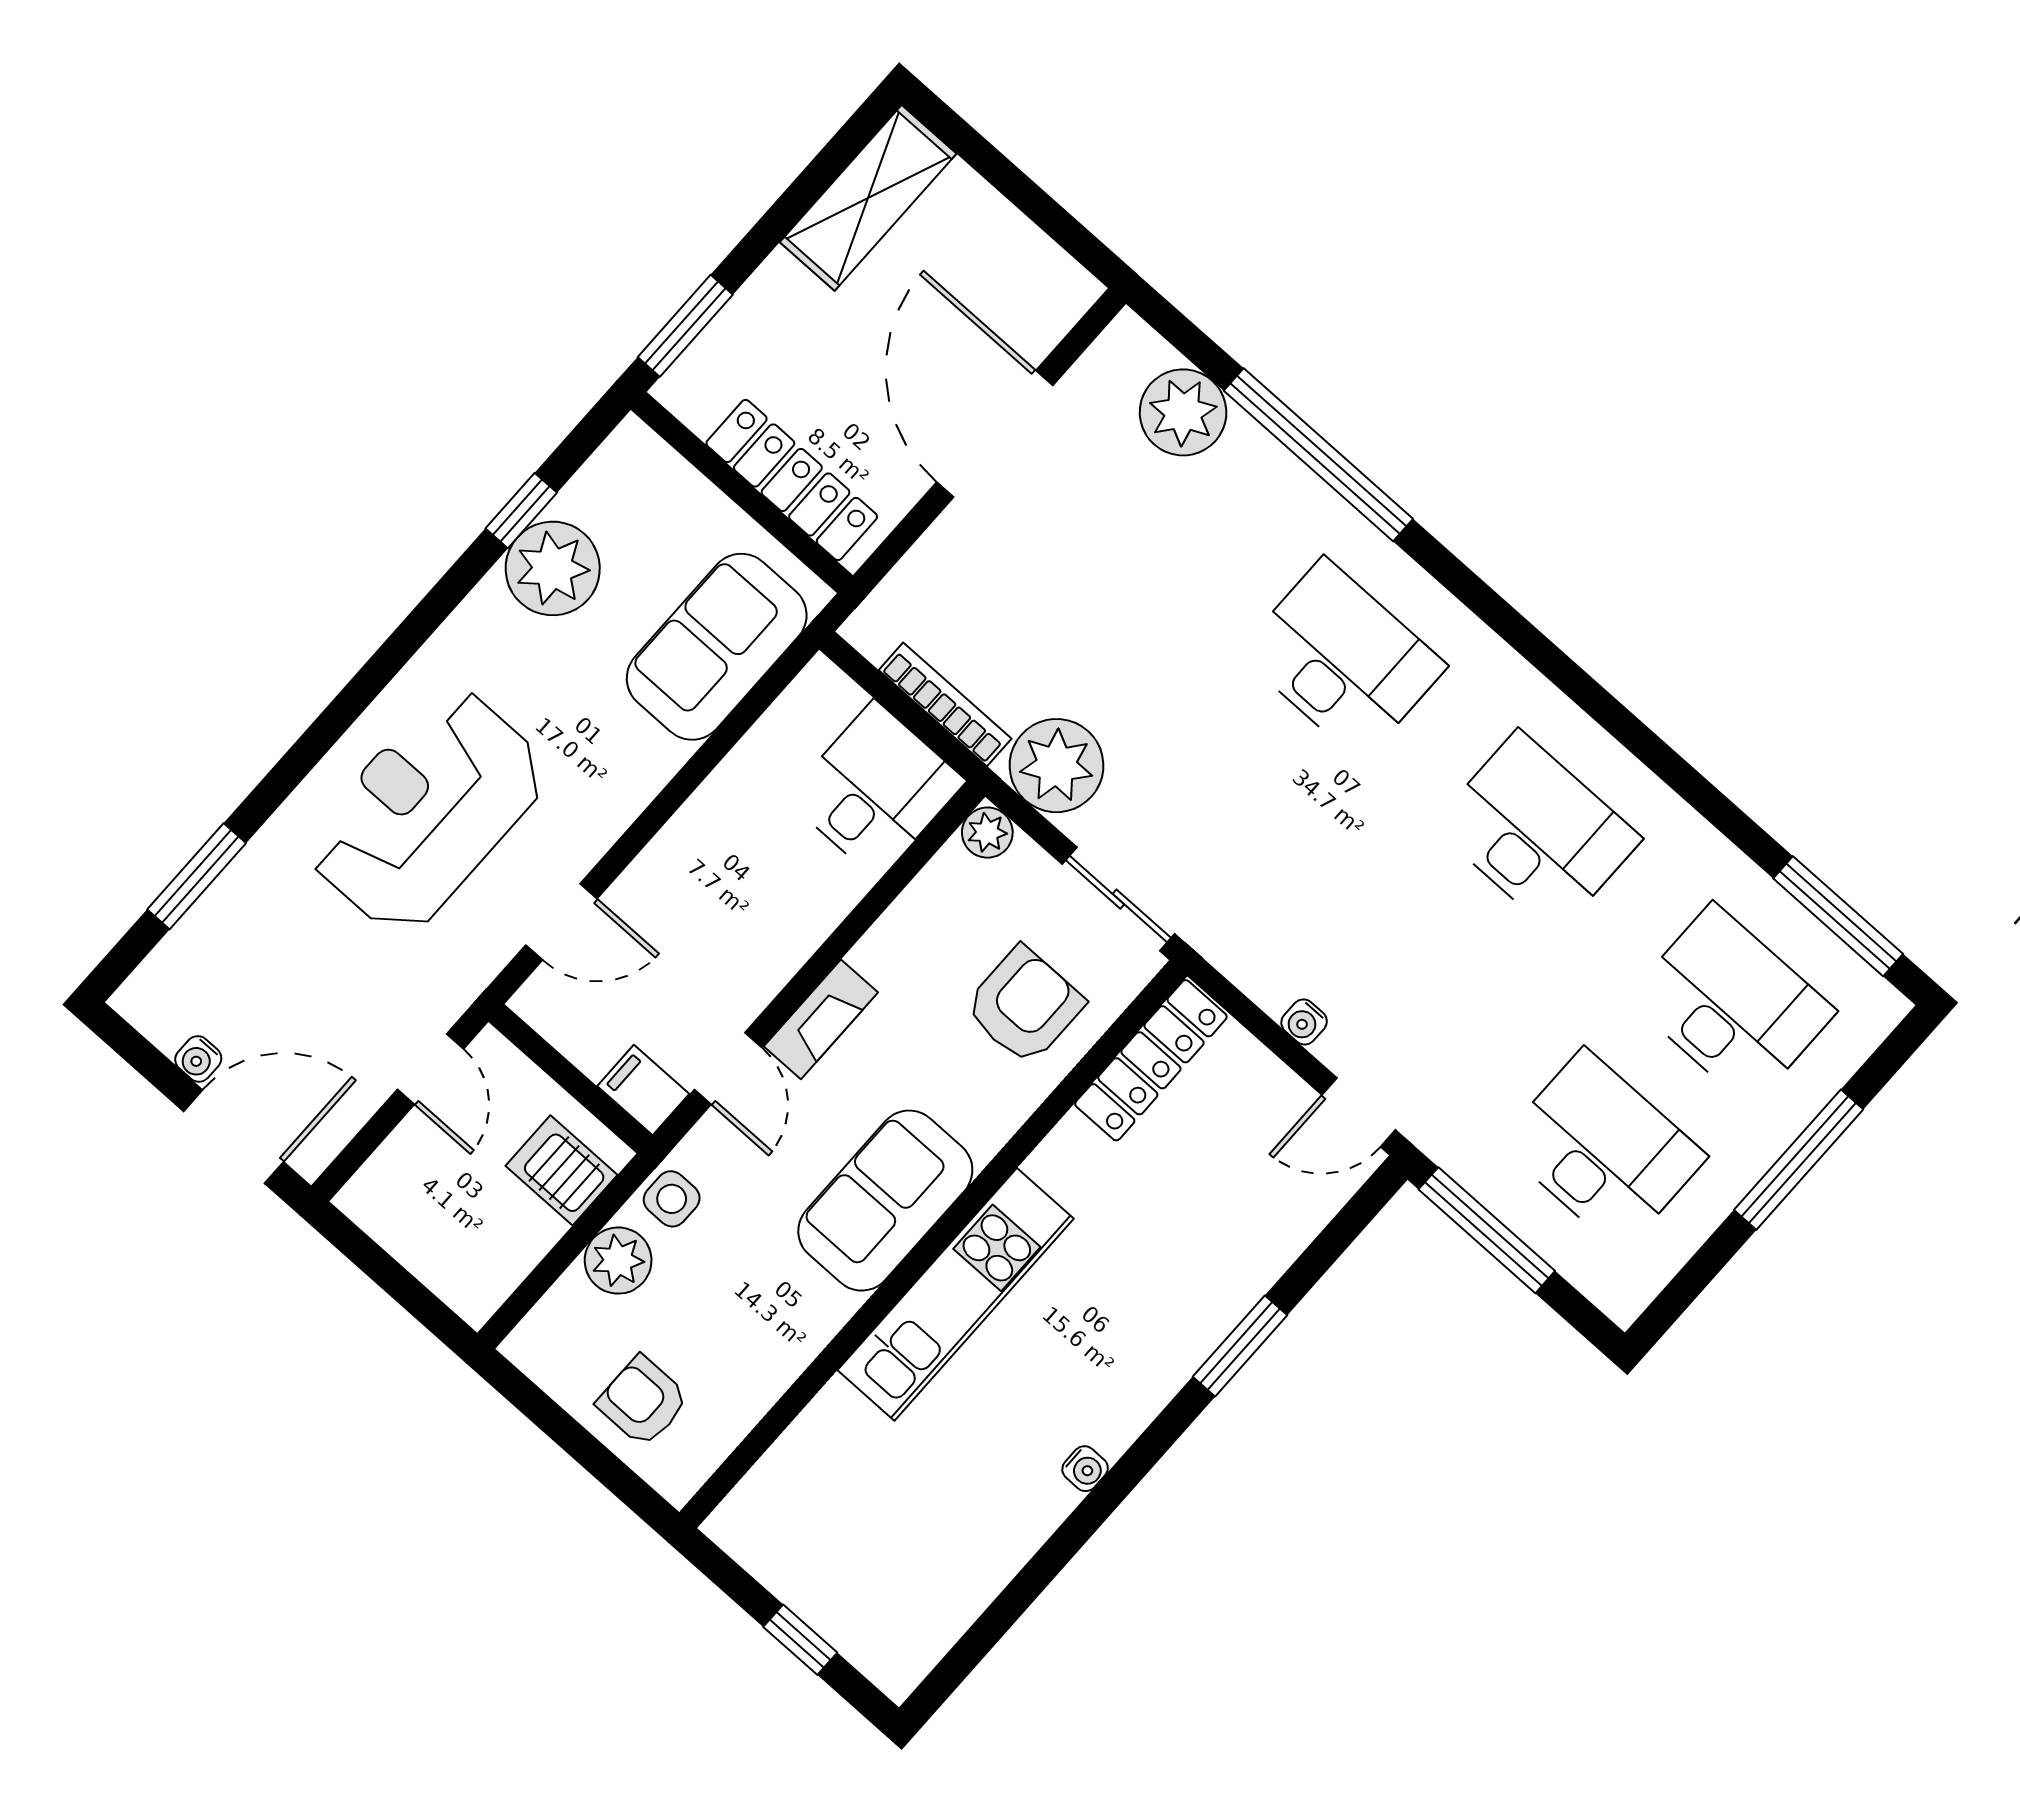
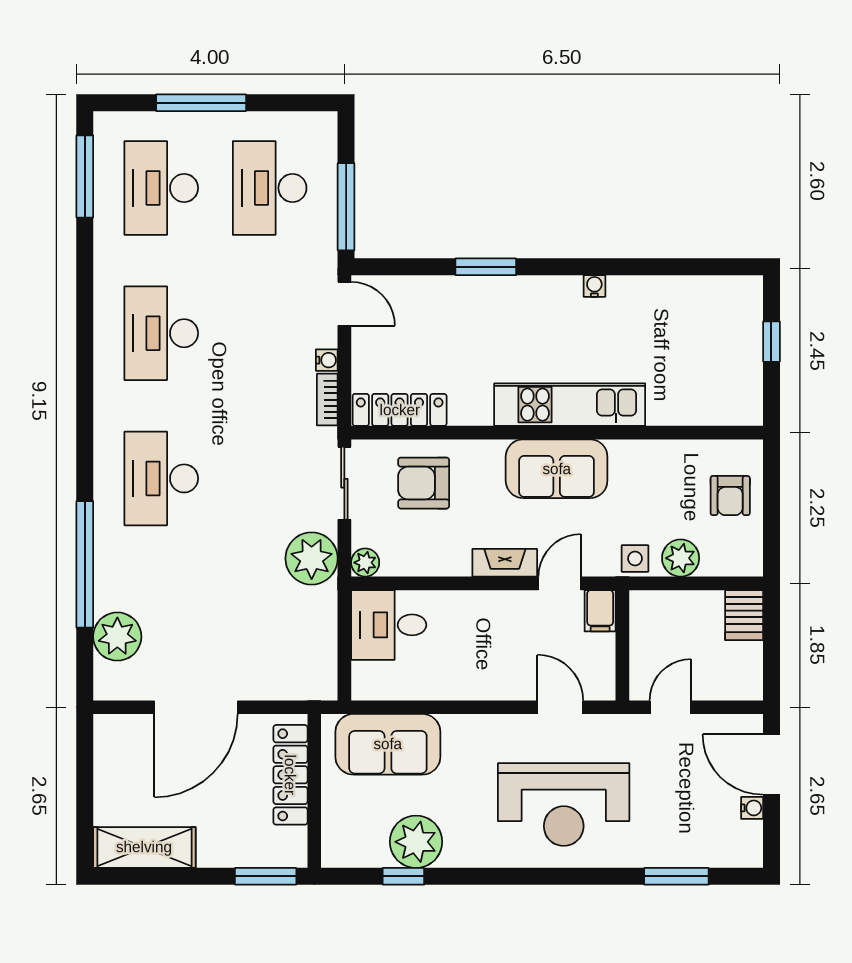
bookcase: (945, 704) -> (327, 400), moved, width x0.64
server rack: (561, 1170) -> (744, 615), moved

